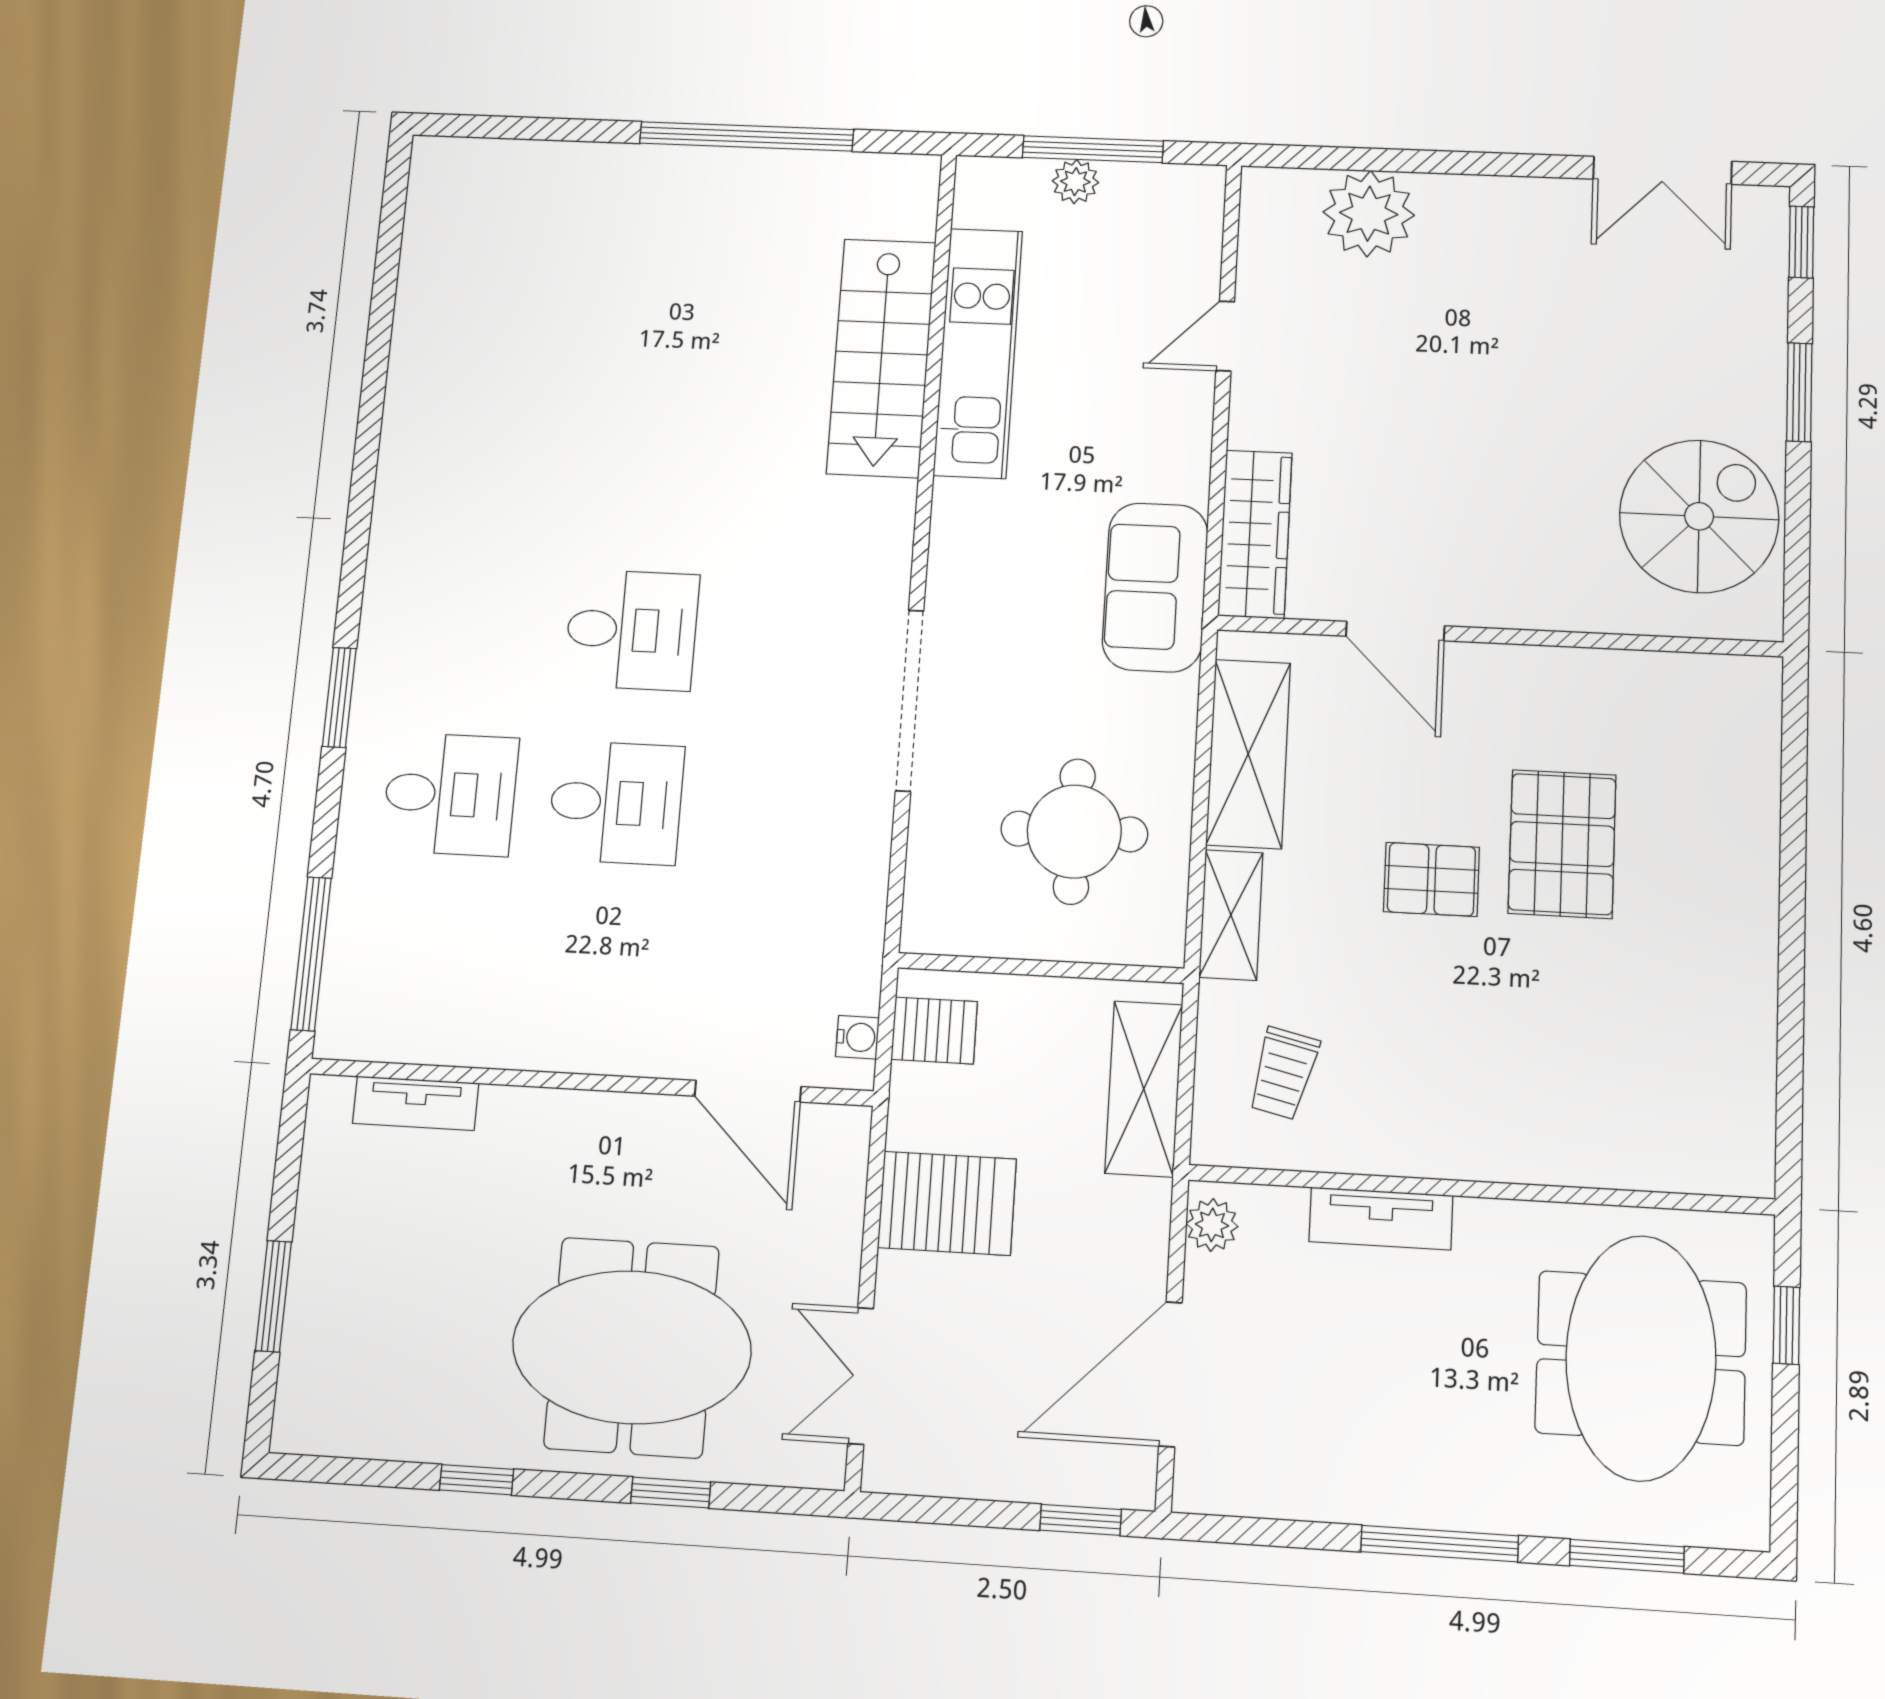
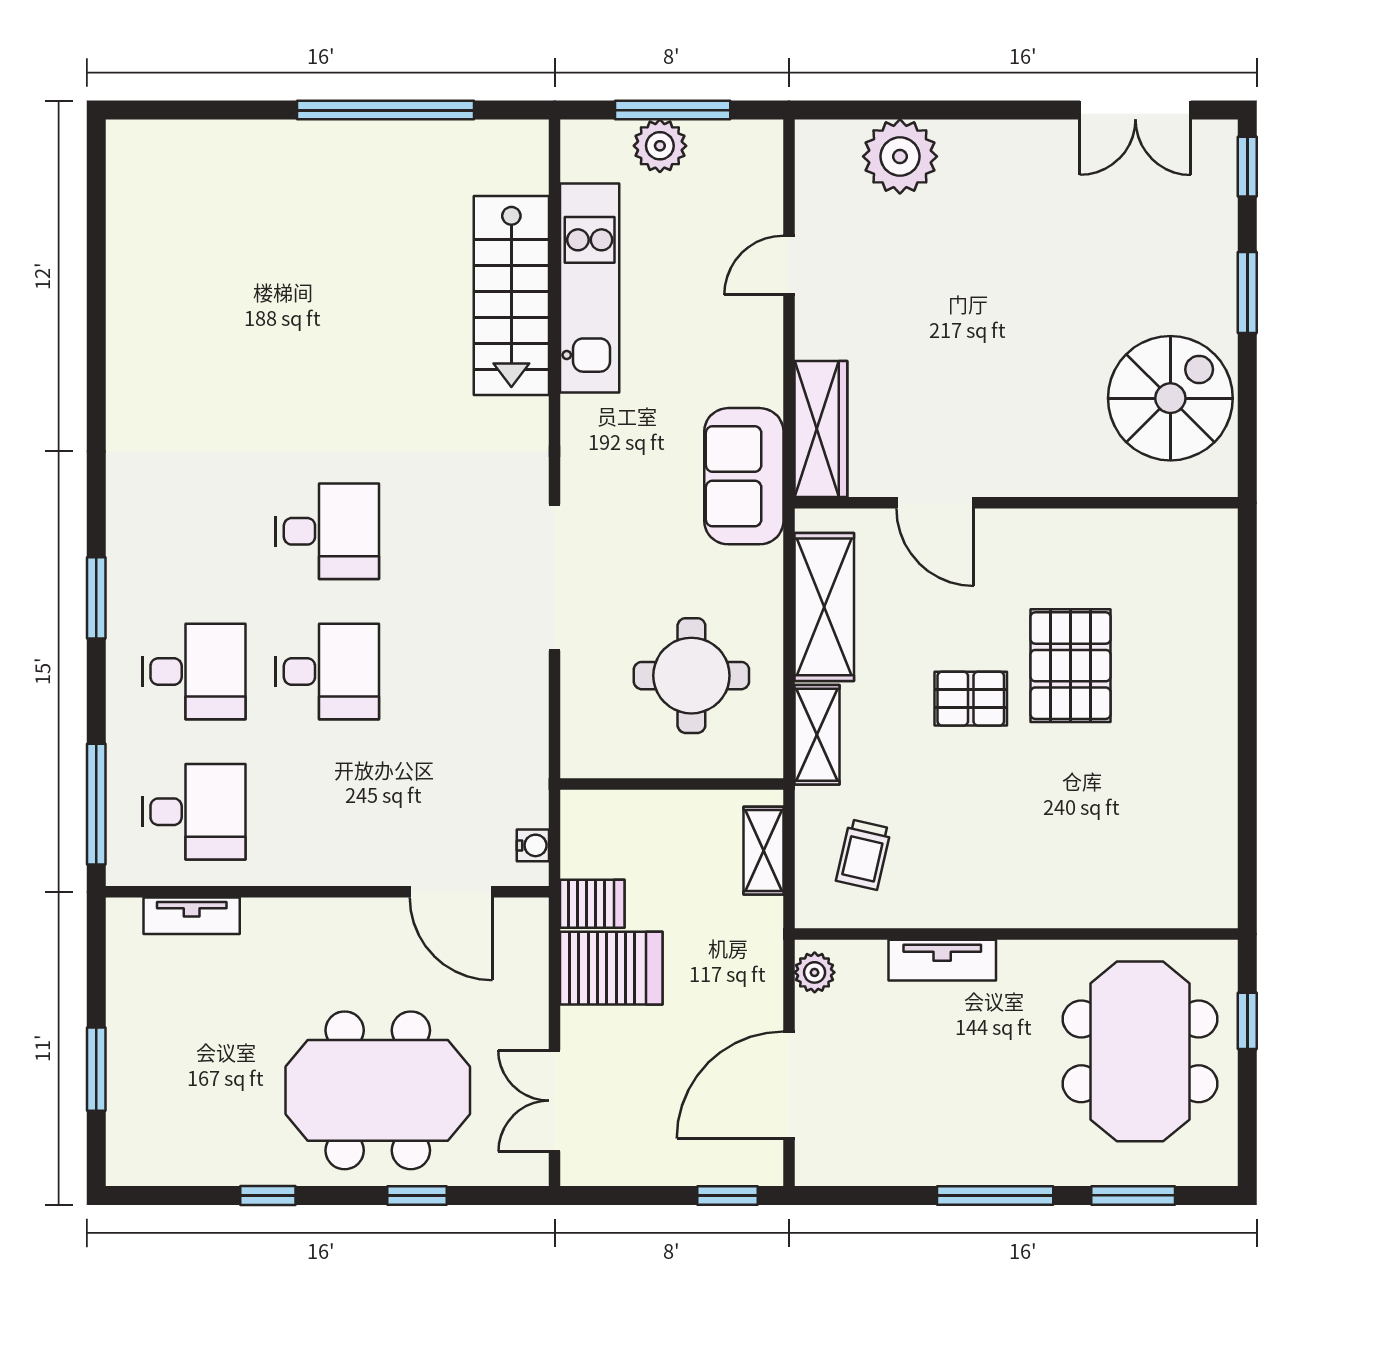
plant: (1075, 182) -> (660, 146), width x1.38, depth x1.38
desk: (432, 970) -> (194, 812), added
server rack: (934, 1031) -> (592, 904), moved
shelving: (1144, 1089) -> (764, 851), width x0.67, depth x0.75

